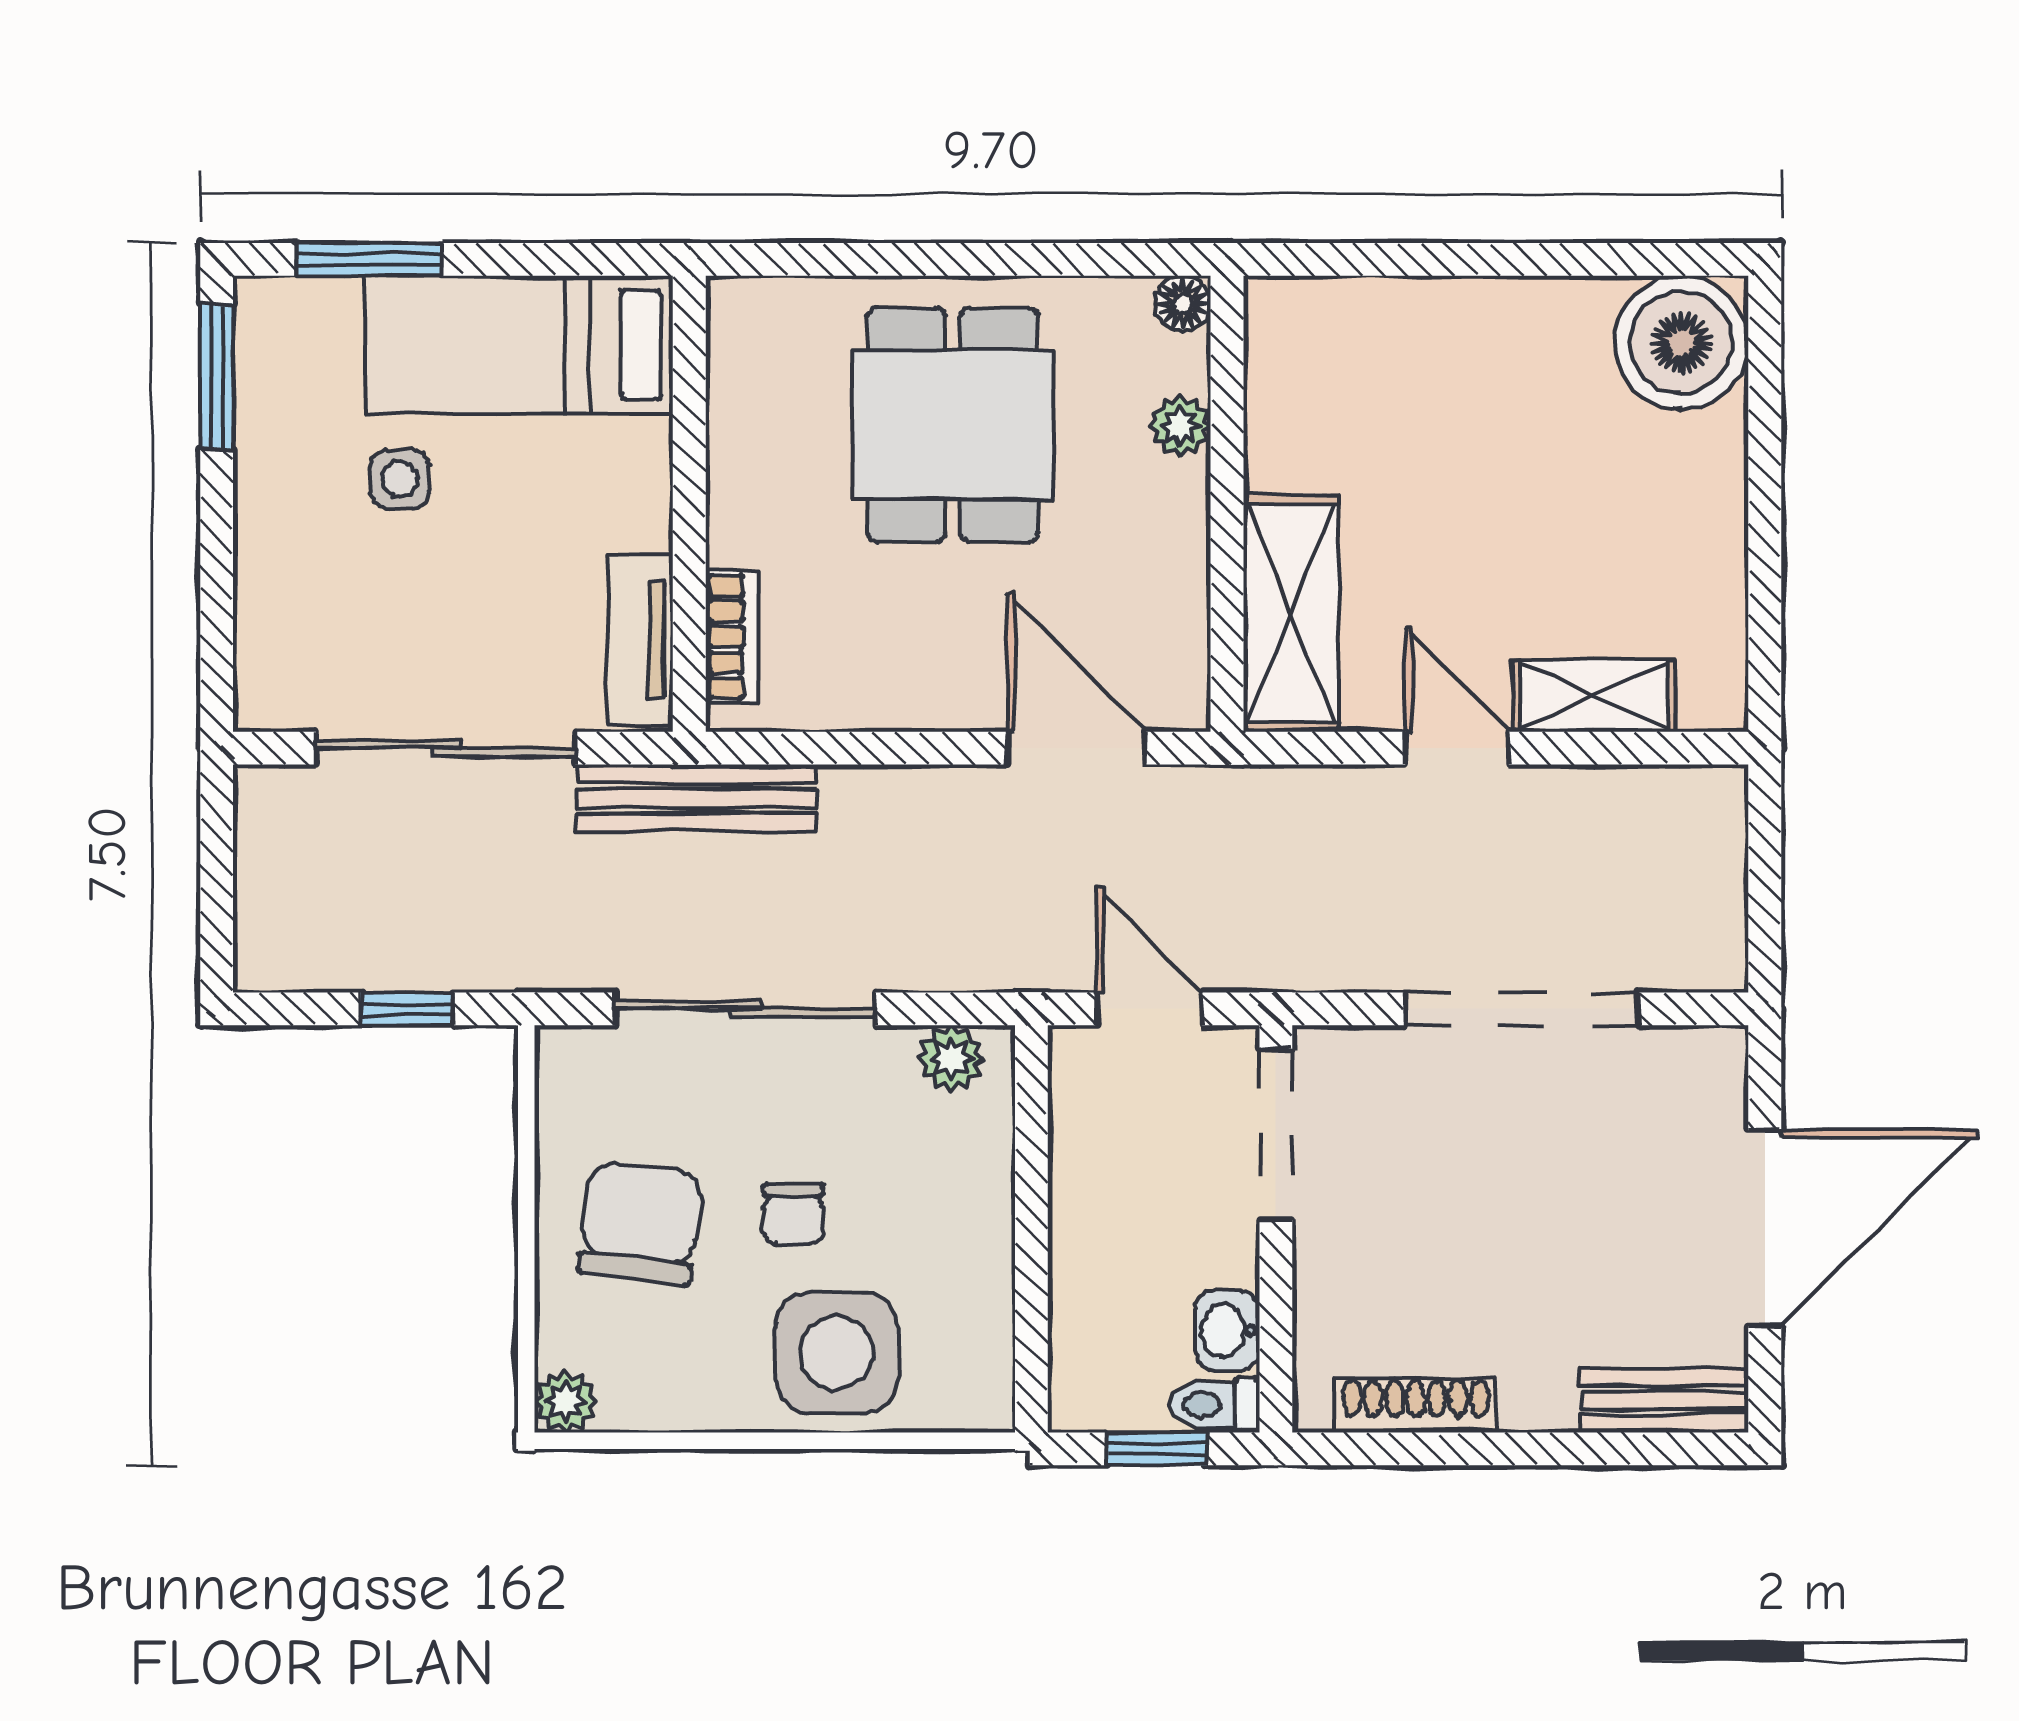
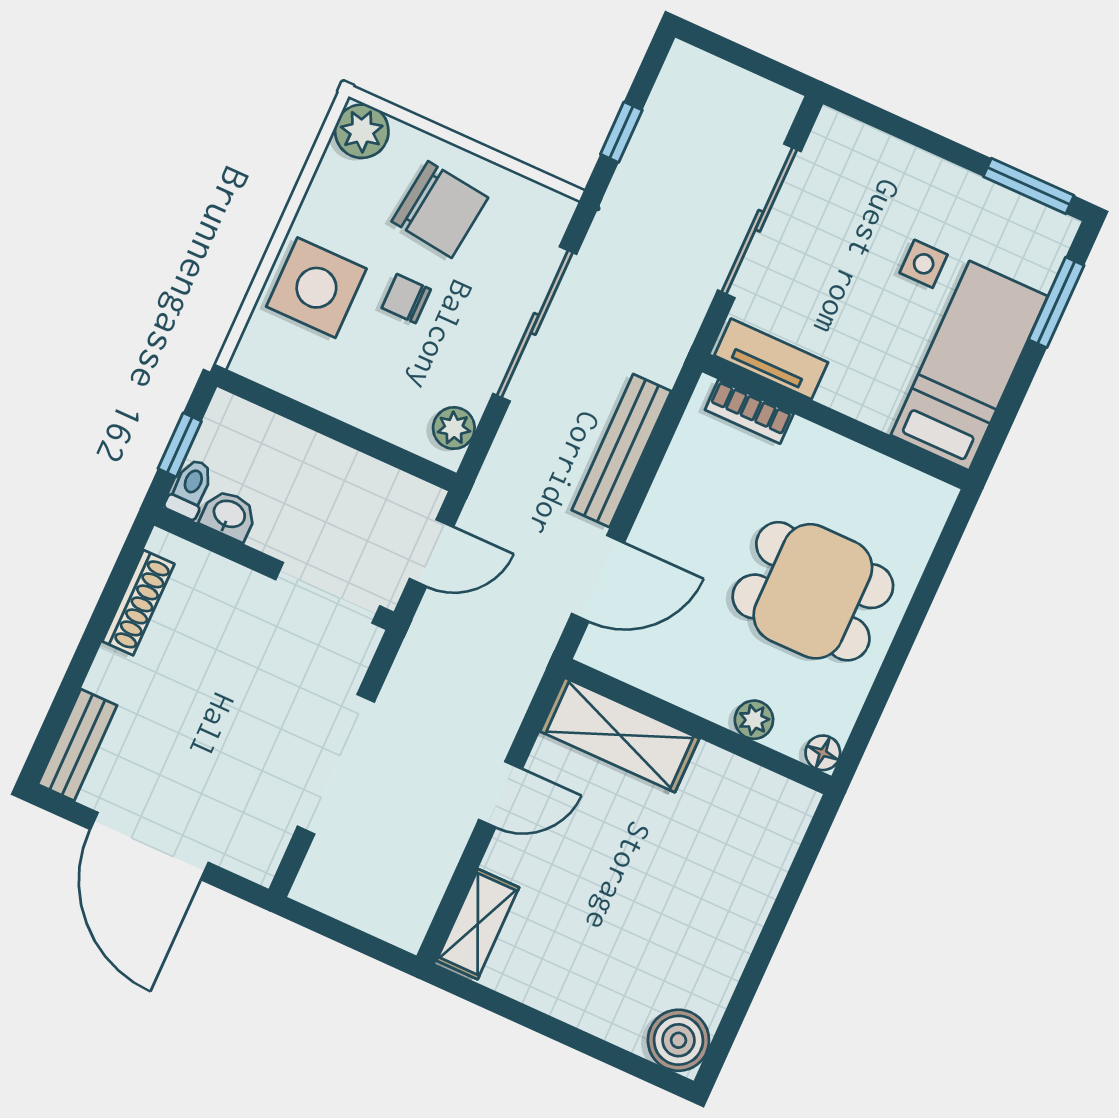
boiler: (1681, 343) -> (678, 1040), width x0.73, depth x0.73
shelving: (1594, 695) -> (478, 924), moved
bench: (697, 798) -> (621, 451), moved
plant: (566, 1401) -> (362, 131), width x1.38, depth x1.38

